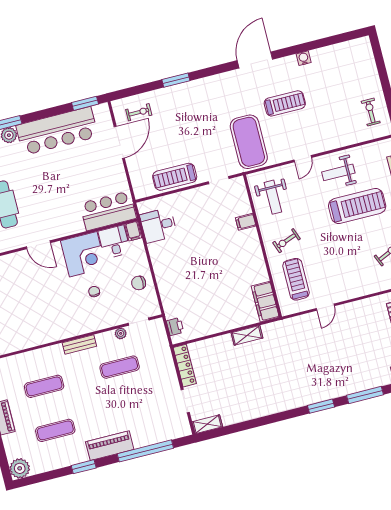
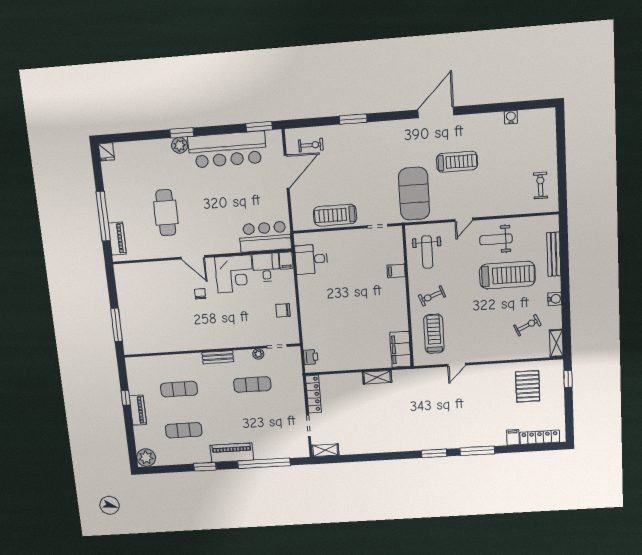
water cooler: (304, 58) -> (511, 117), moved
chair: (94, 292) -> (200, 294), moved

